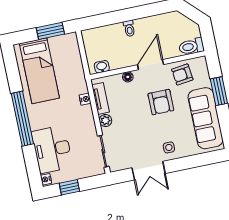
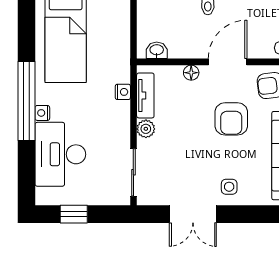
nightstand: (46, 179) -> (42, 113), moved

